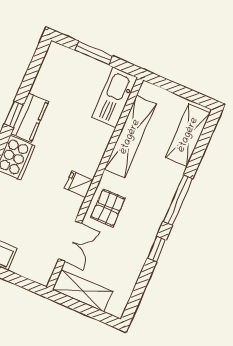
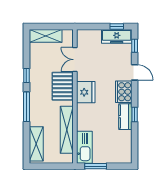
window: (94, 53) -> (96, 166), moved
fridge: (79, 184) -> (86, 92), width x1.88, depth x1.34
pallet: (108, 208) -> (62, 86), width x1.50, depth x1.42
shelving: (83, 291) -> (46, 36), moved

